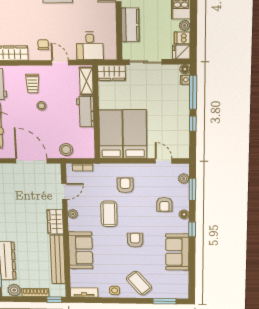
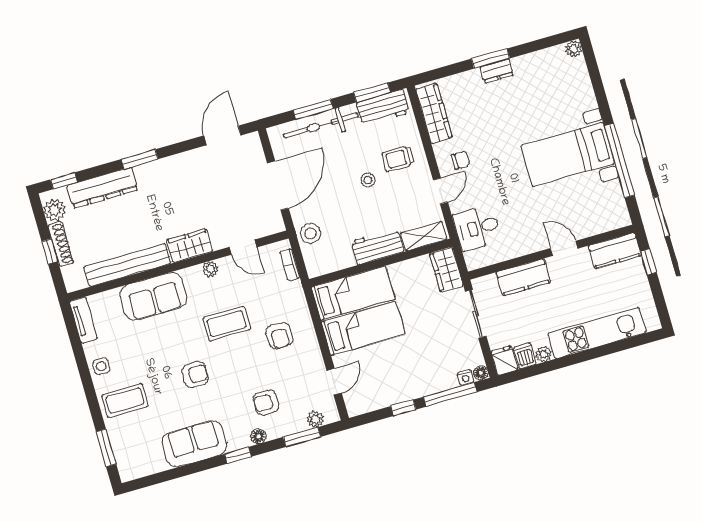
armchair: (125, 185) -> (279, 336), turned 90
coffee table: (139, 283) -> (125, 400), turned 40
window: (54, 300) -> (50, 251), moved

